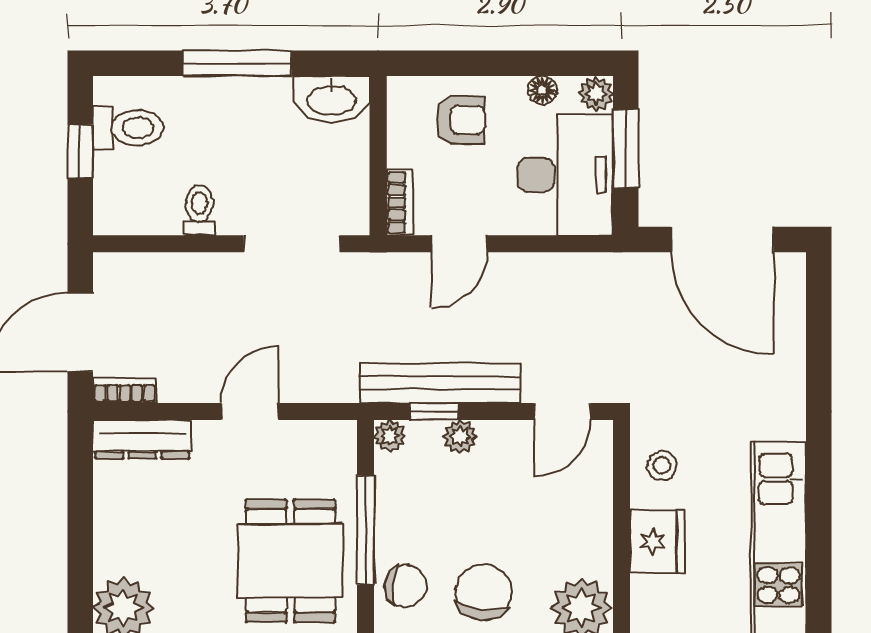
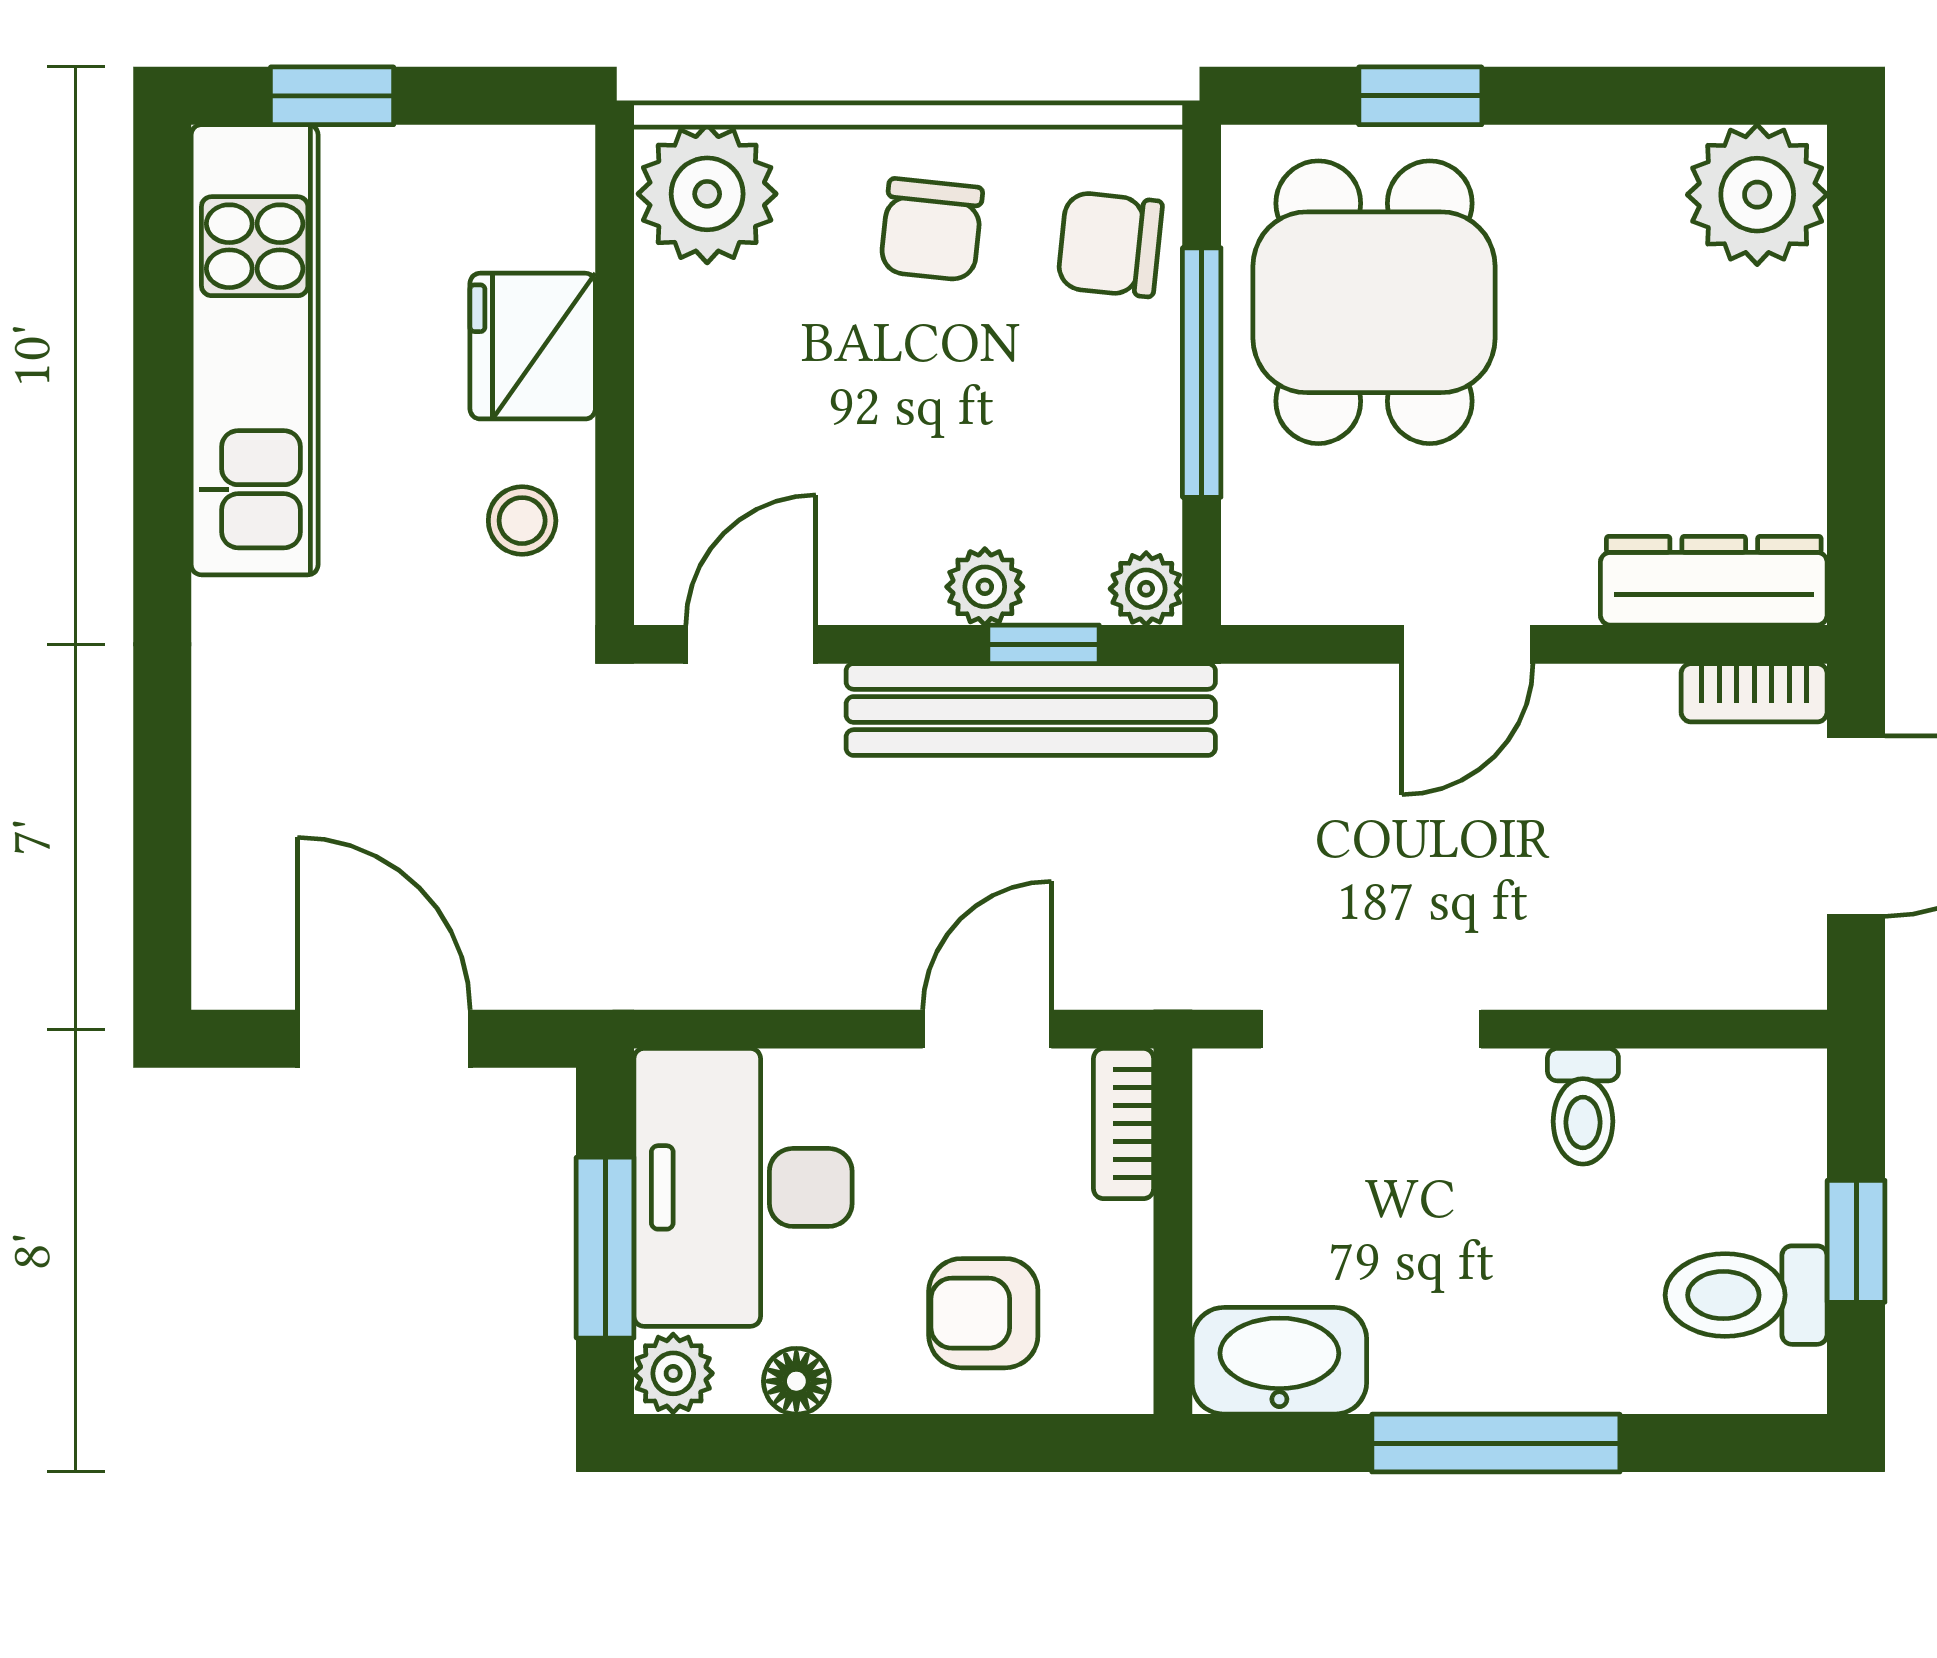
door: (722, 239) -> (384, 1039), width x0.73
chair: (483, 592) -> (931, 230), width x0.73, depth x0.73

